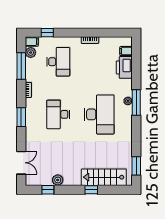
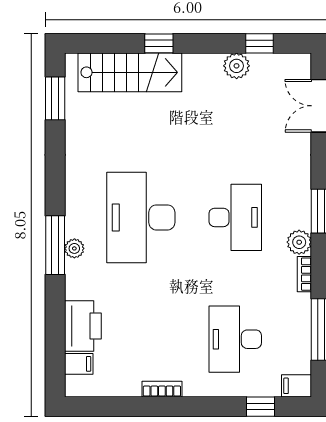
plant: (31, 53) -> (299, 242), moved

